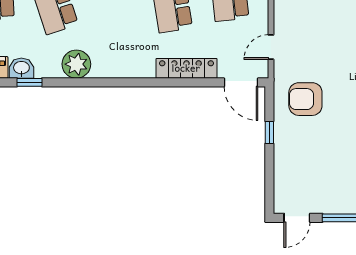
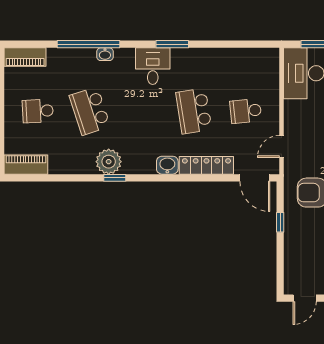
washbasin: (21, 68) -> (167, 165), moved
window: (29, 82) -> (115, 178), moved

